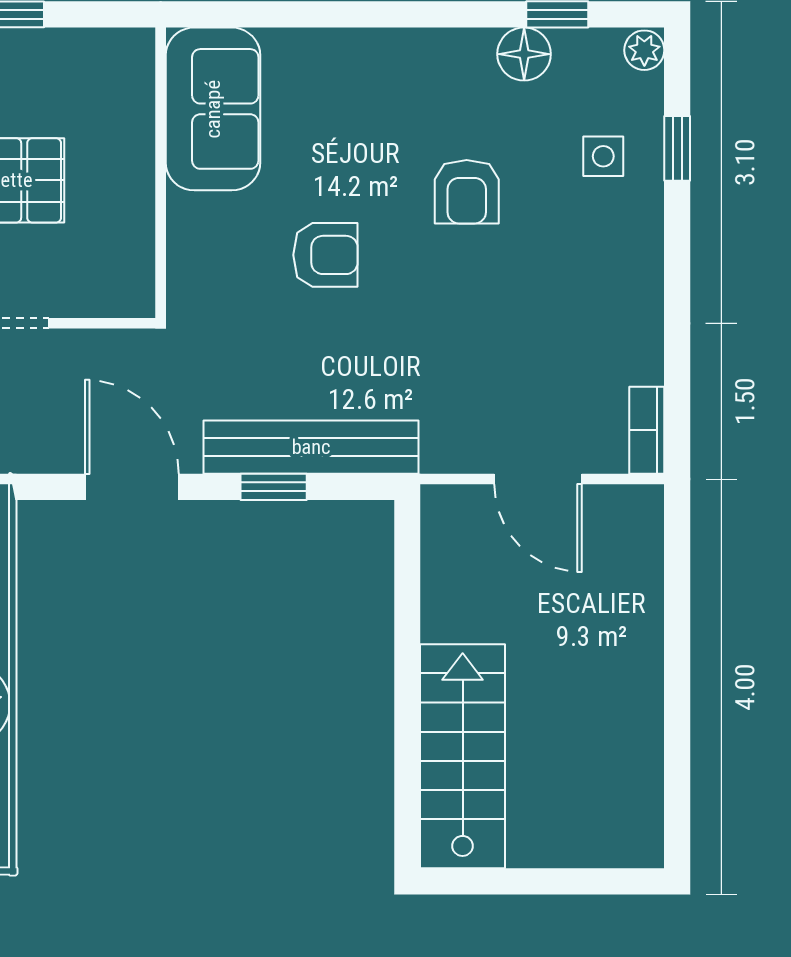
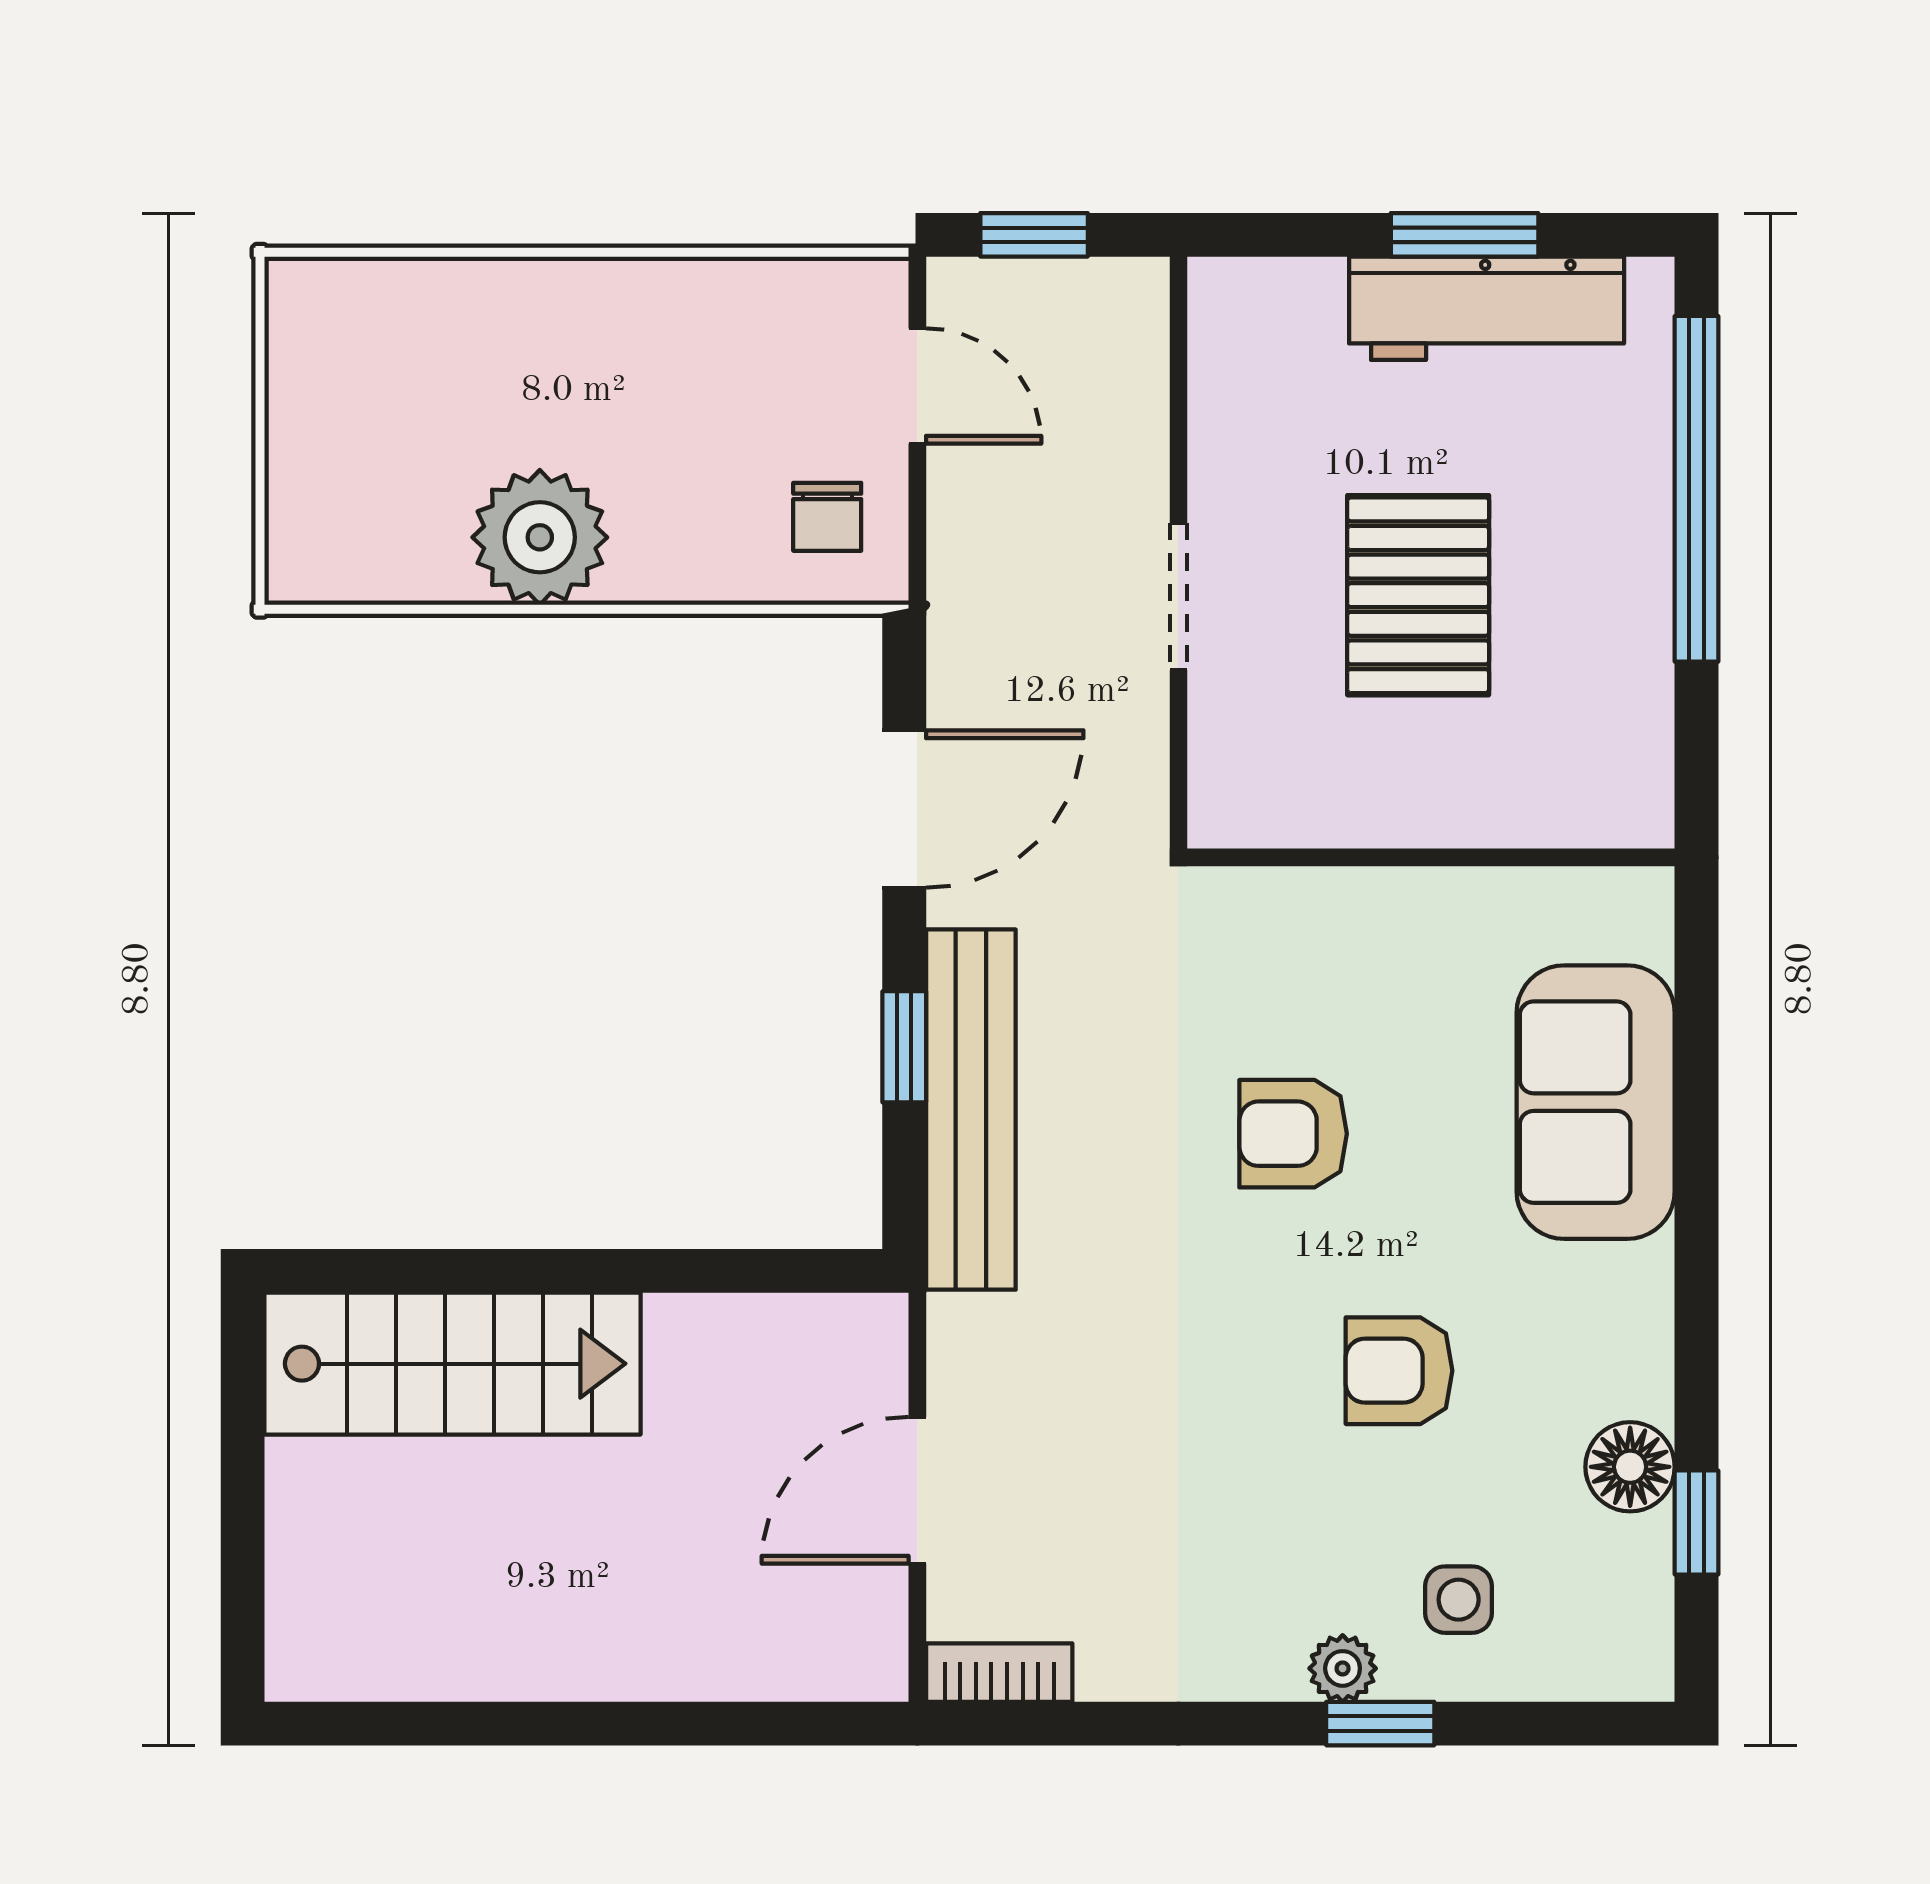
plant: (644, 50) -> (1343, 1668), moved
sofa: (213, 109) -> (1596, 1102), moved, turned 90
window: (677, 148) -> (1380, 1724), moved
armchair: (325, 255) -> (1293, 1134), turned 90

